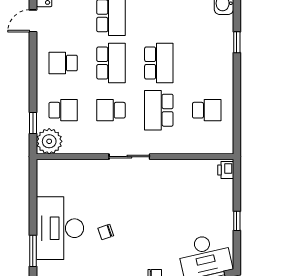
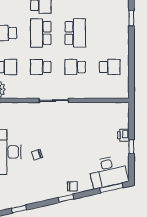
school desk: (111, 63) -> (41, 33), turned 180
school desk: (159, 110) -> (75, 67), width x0.54
printer: (226, 170) -> (123, 135), moved

